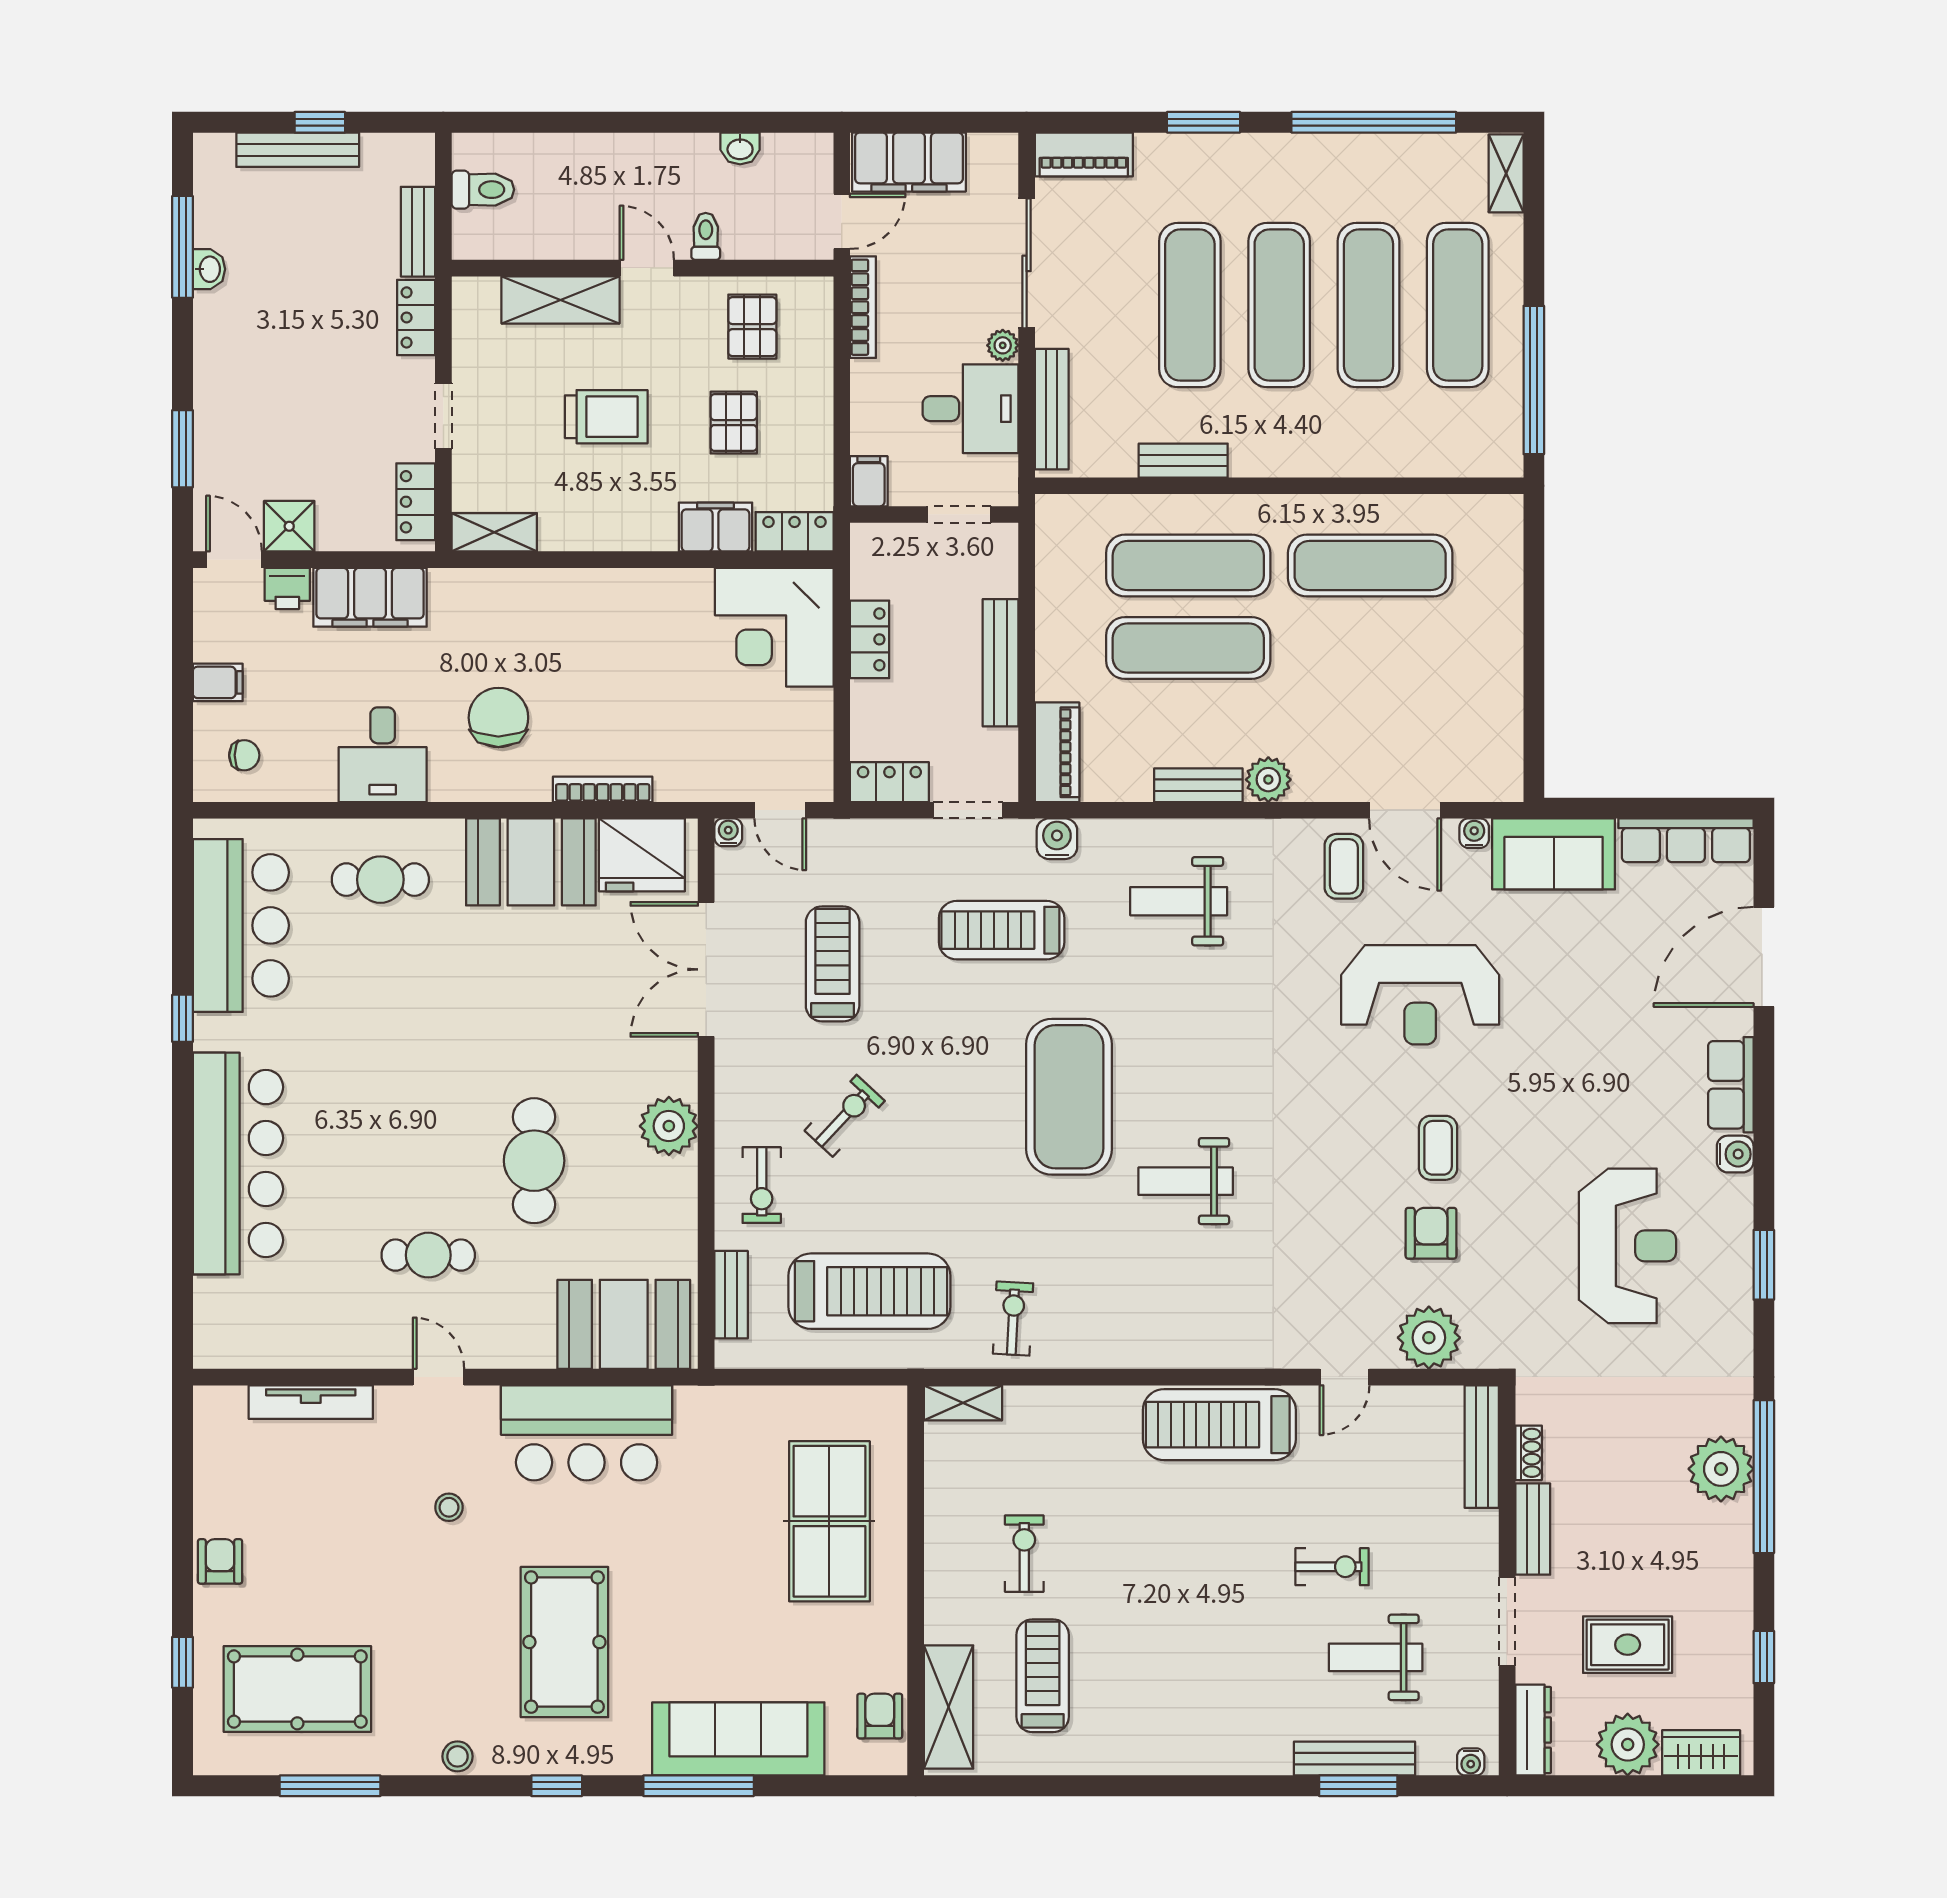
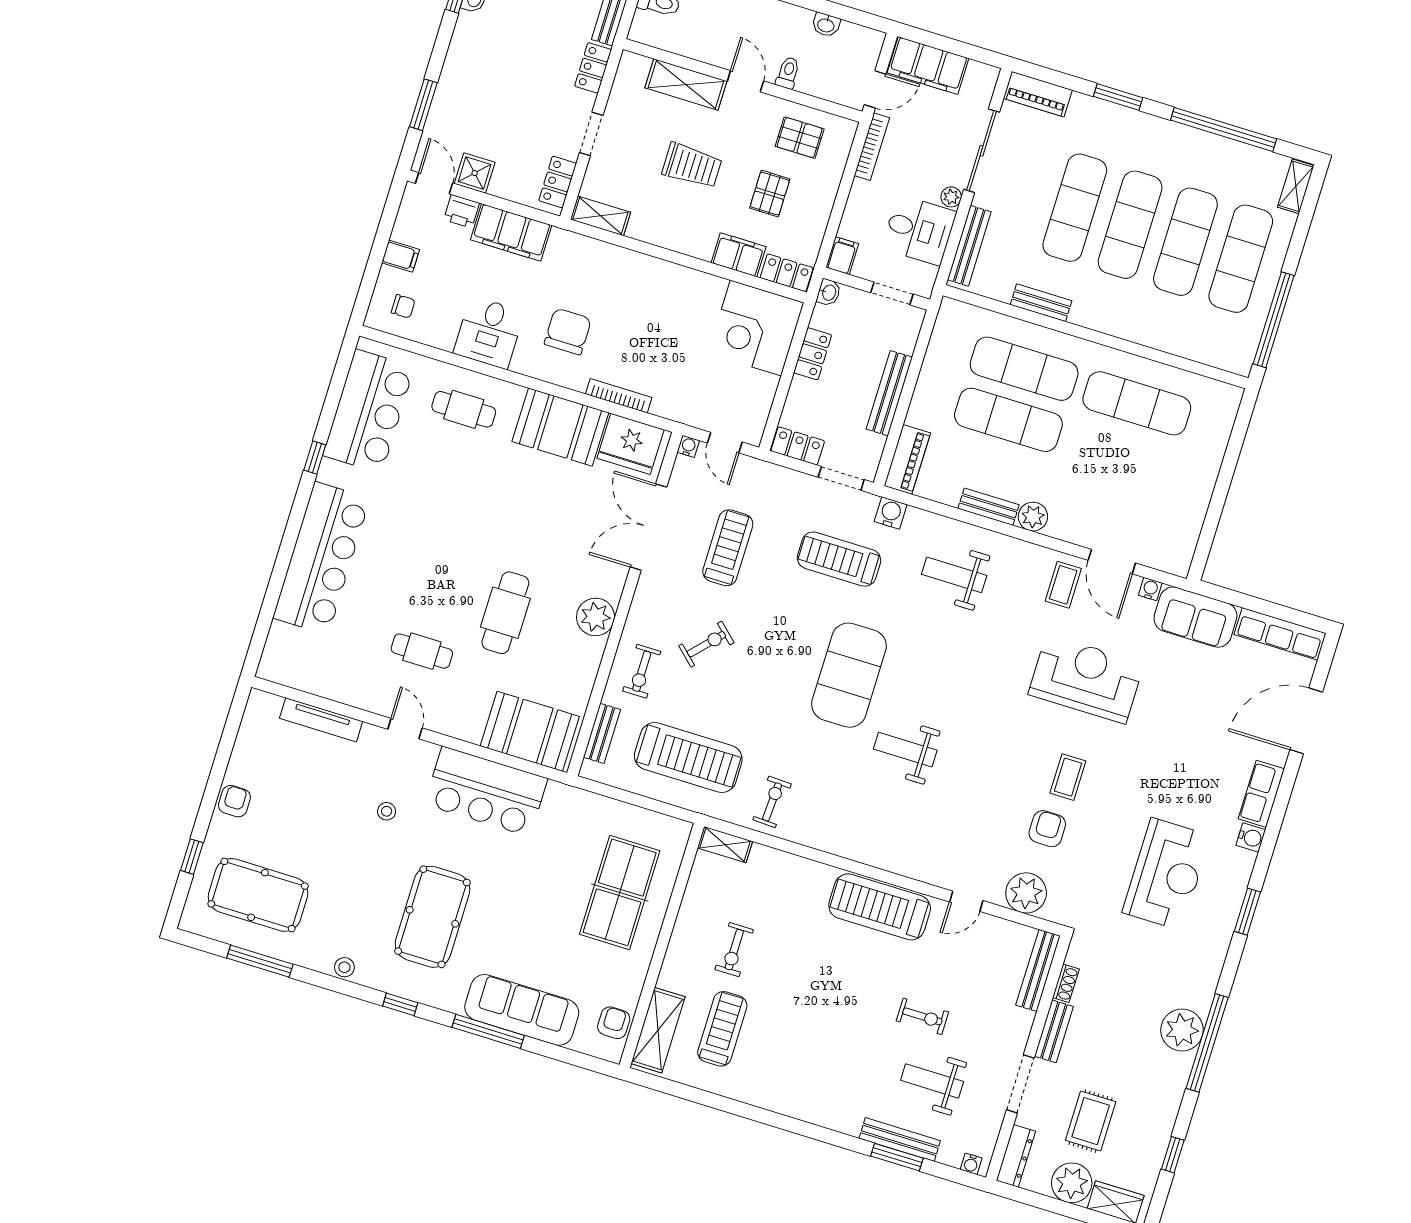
pallet: (752, 327) -> (800, 138), turned 90
washbasin: (865, 542) -> (829, 292), added
reception desk: (1420, 995) -> (1086, 679), turned 180
exercise bike: (1024, 1554) -> (734, 950), turned 180
rug: (1628, 1645) -> (1091, 1121), turned 90

